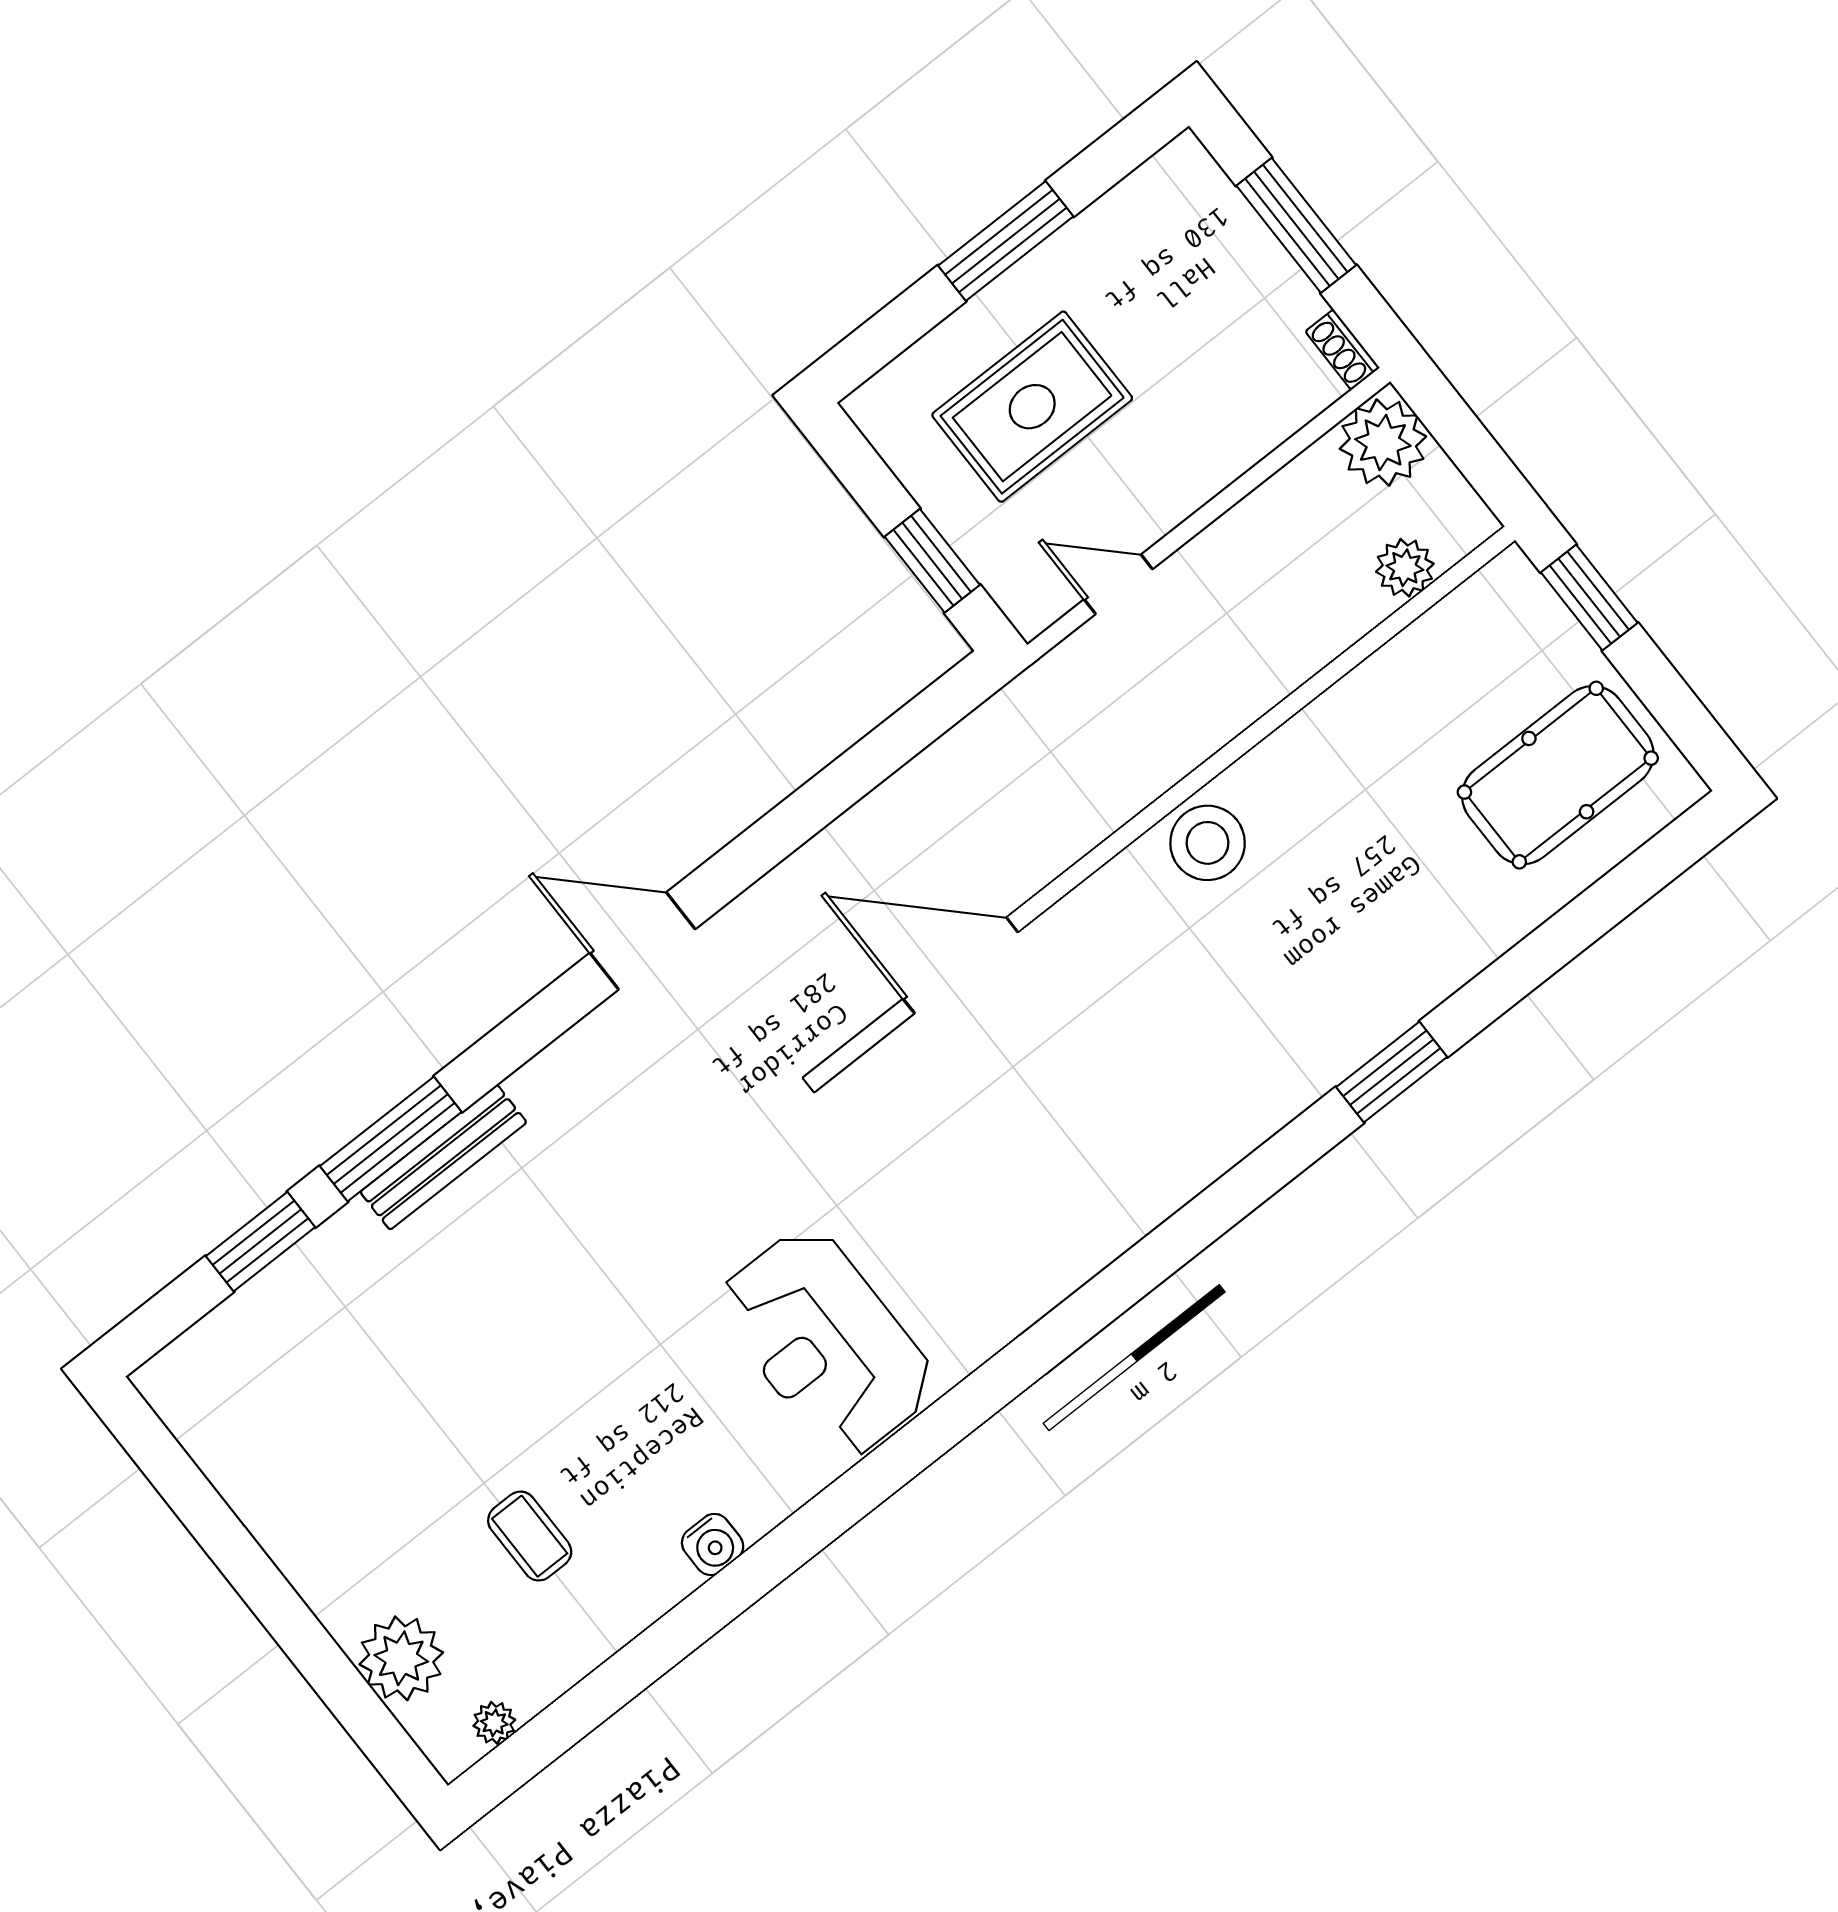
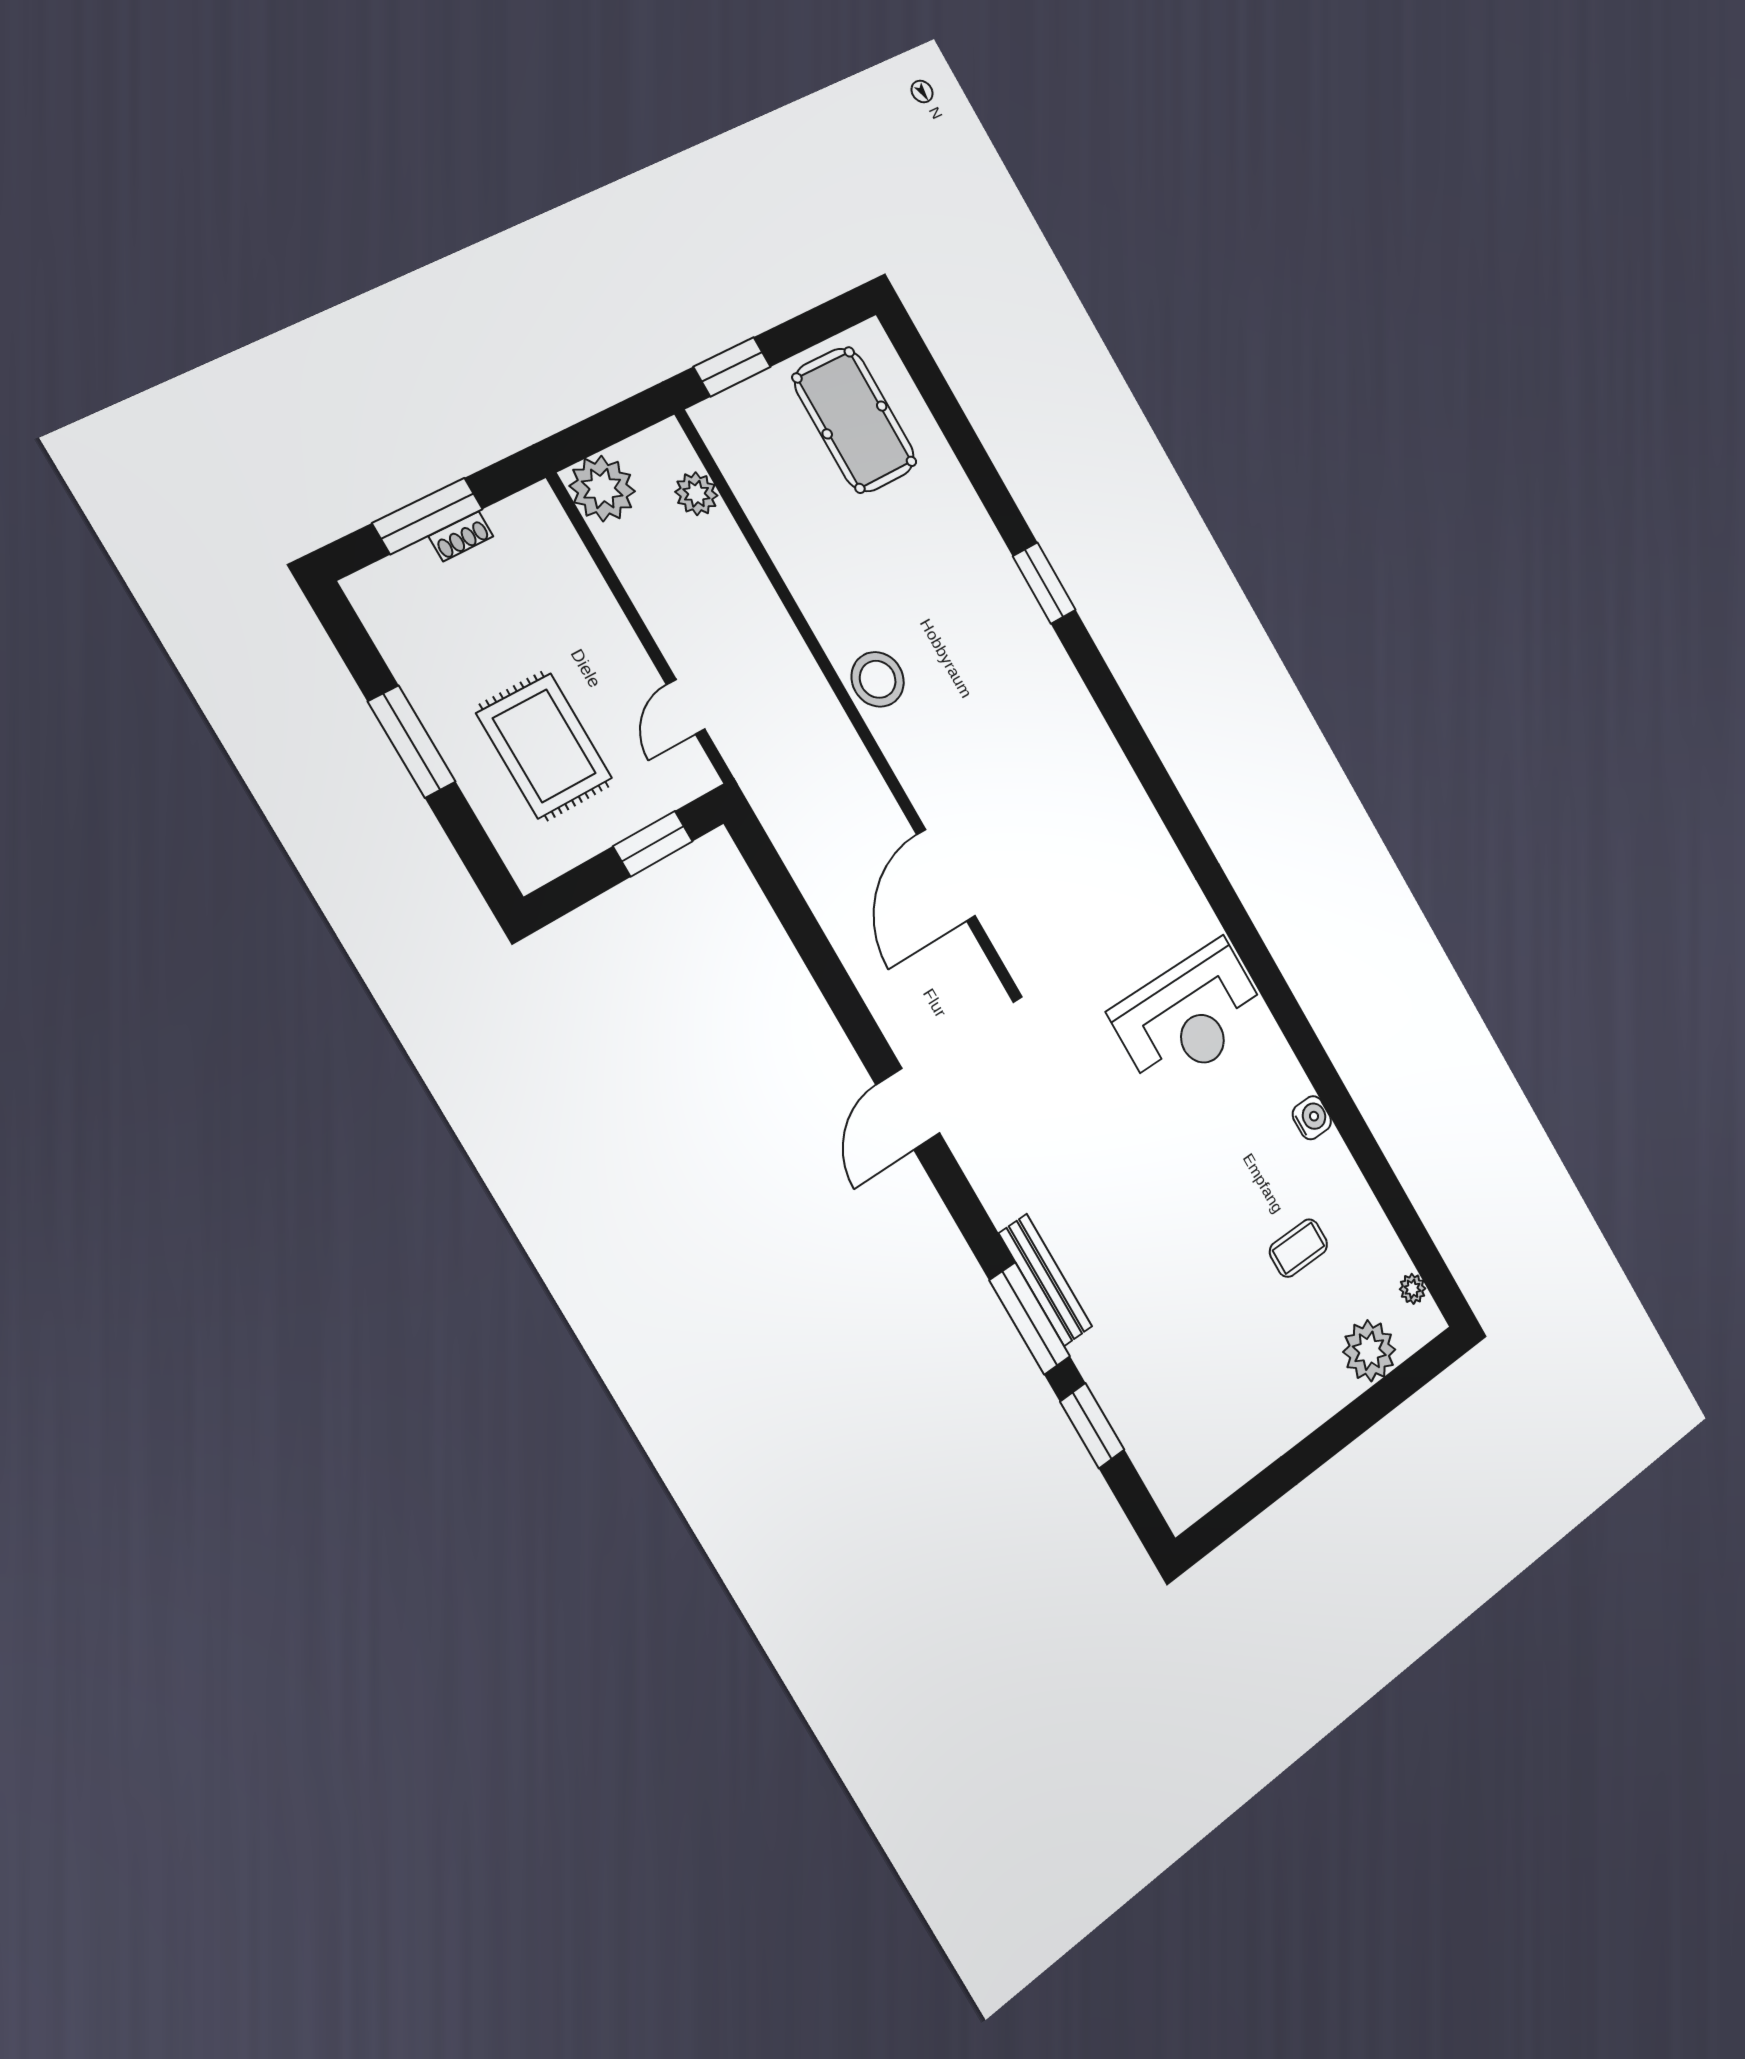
shoe rack: (1342, 350) -> (461, 536), moved

